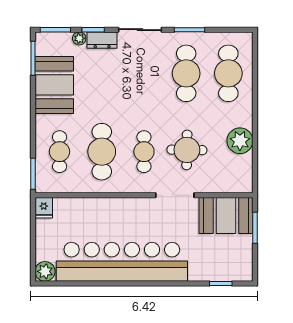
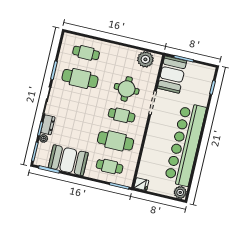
cafe table: (228, 73) -> (86, 53), width x0.73, depth x0.74
plant: (240, 141) -> (145, 59), moved

